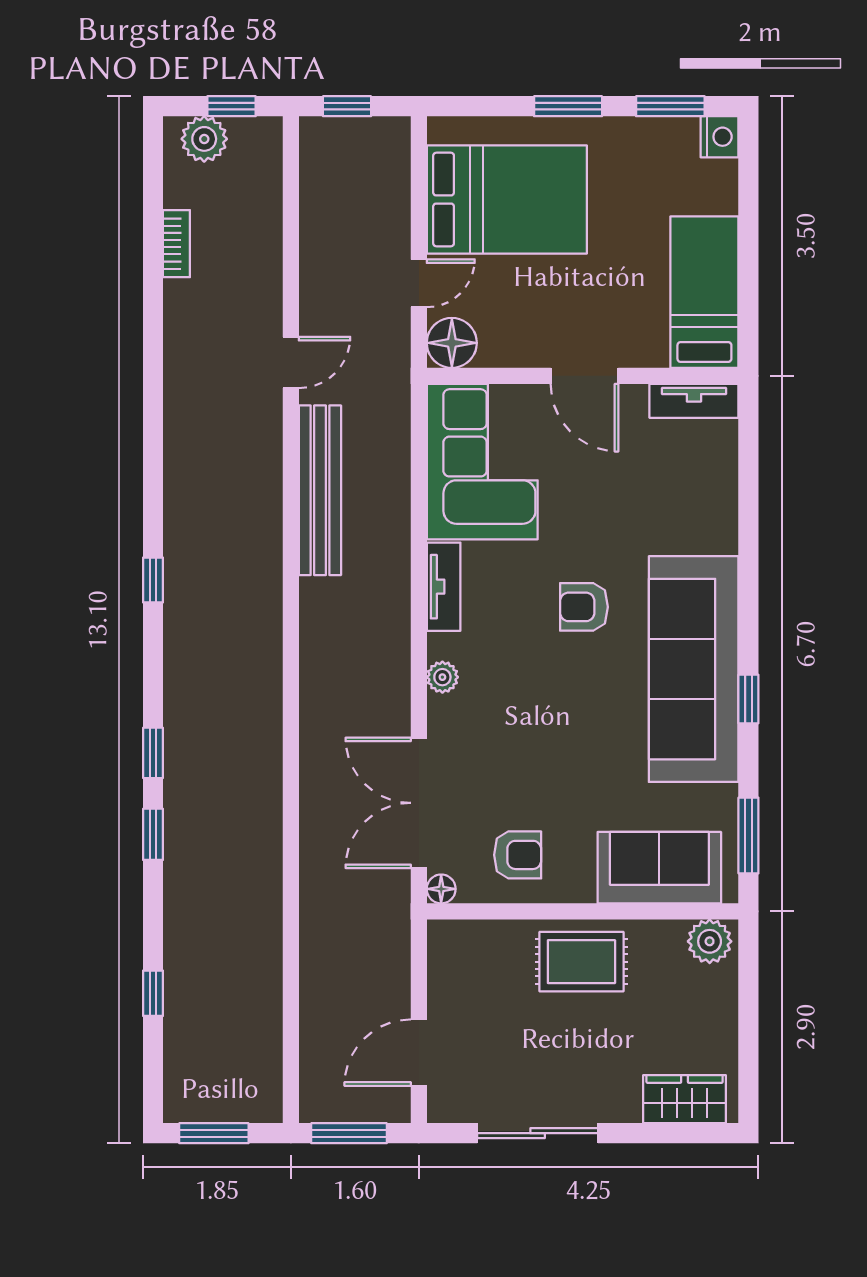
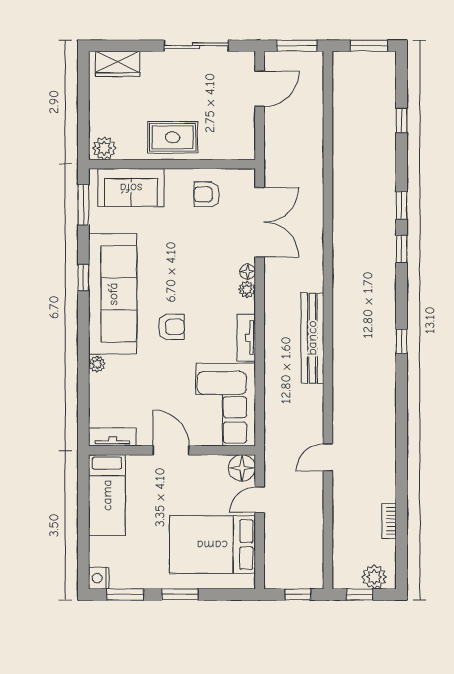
bench: (320, 490) -> (312, 338), moved
plant: (723, 538) -> (97, 364), added
floor lamp: (441, 889) -> (248, 272), moved

